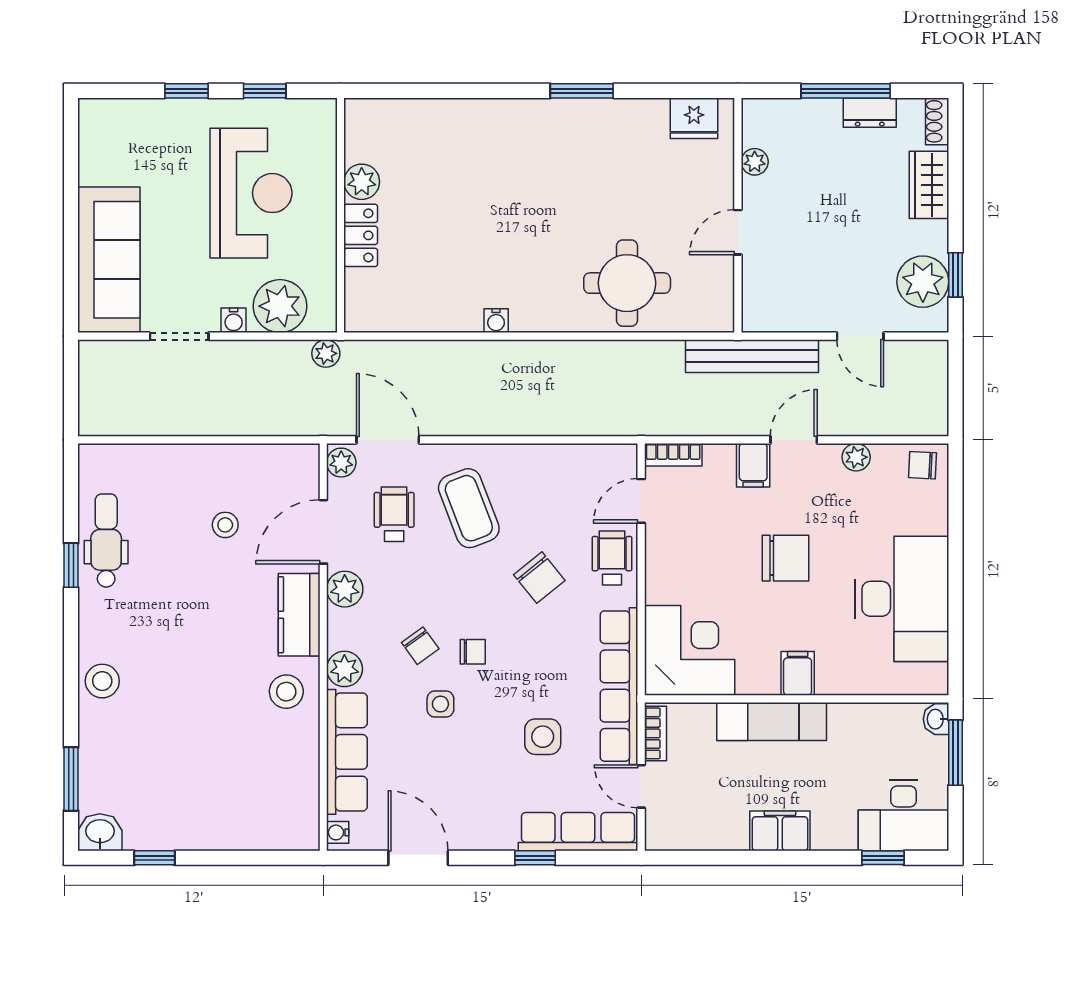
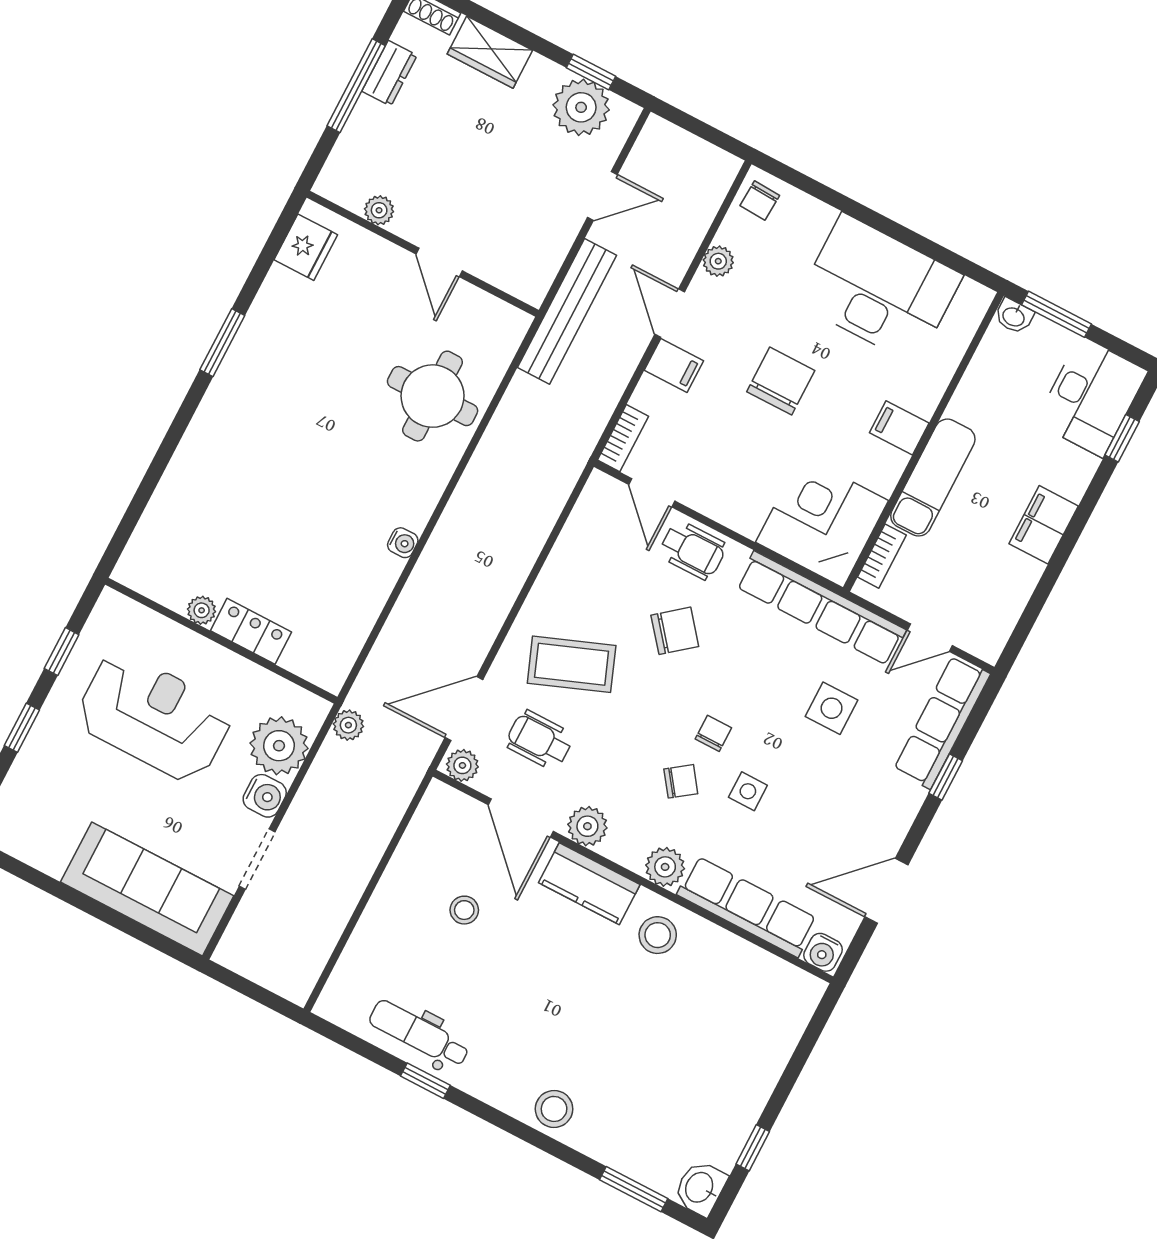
plant: (362, 182) -> (202, 610), width x0.73, depth x0.73
water cooler: (234, 320) -> (265, 796), width x1.38, depth x1.38
wheelchair: (612, 558) -> (693, 550), turned 180
bookcase: (655, 733) -> (882, 556), moved, turned 90
water cooler: (338, 832) -> (823, 952), width x1.38, depth x1.38

